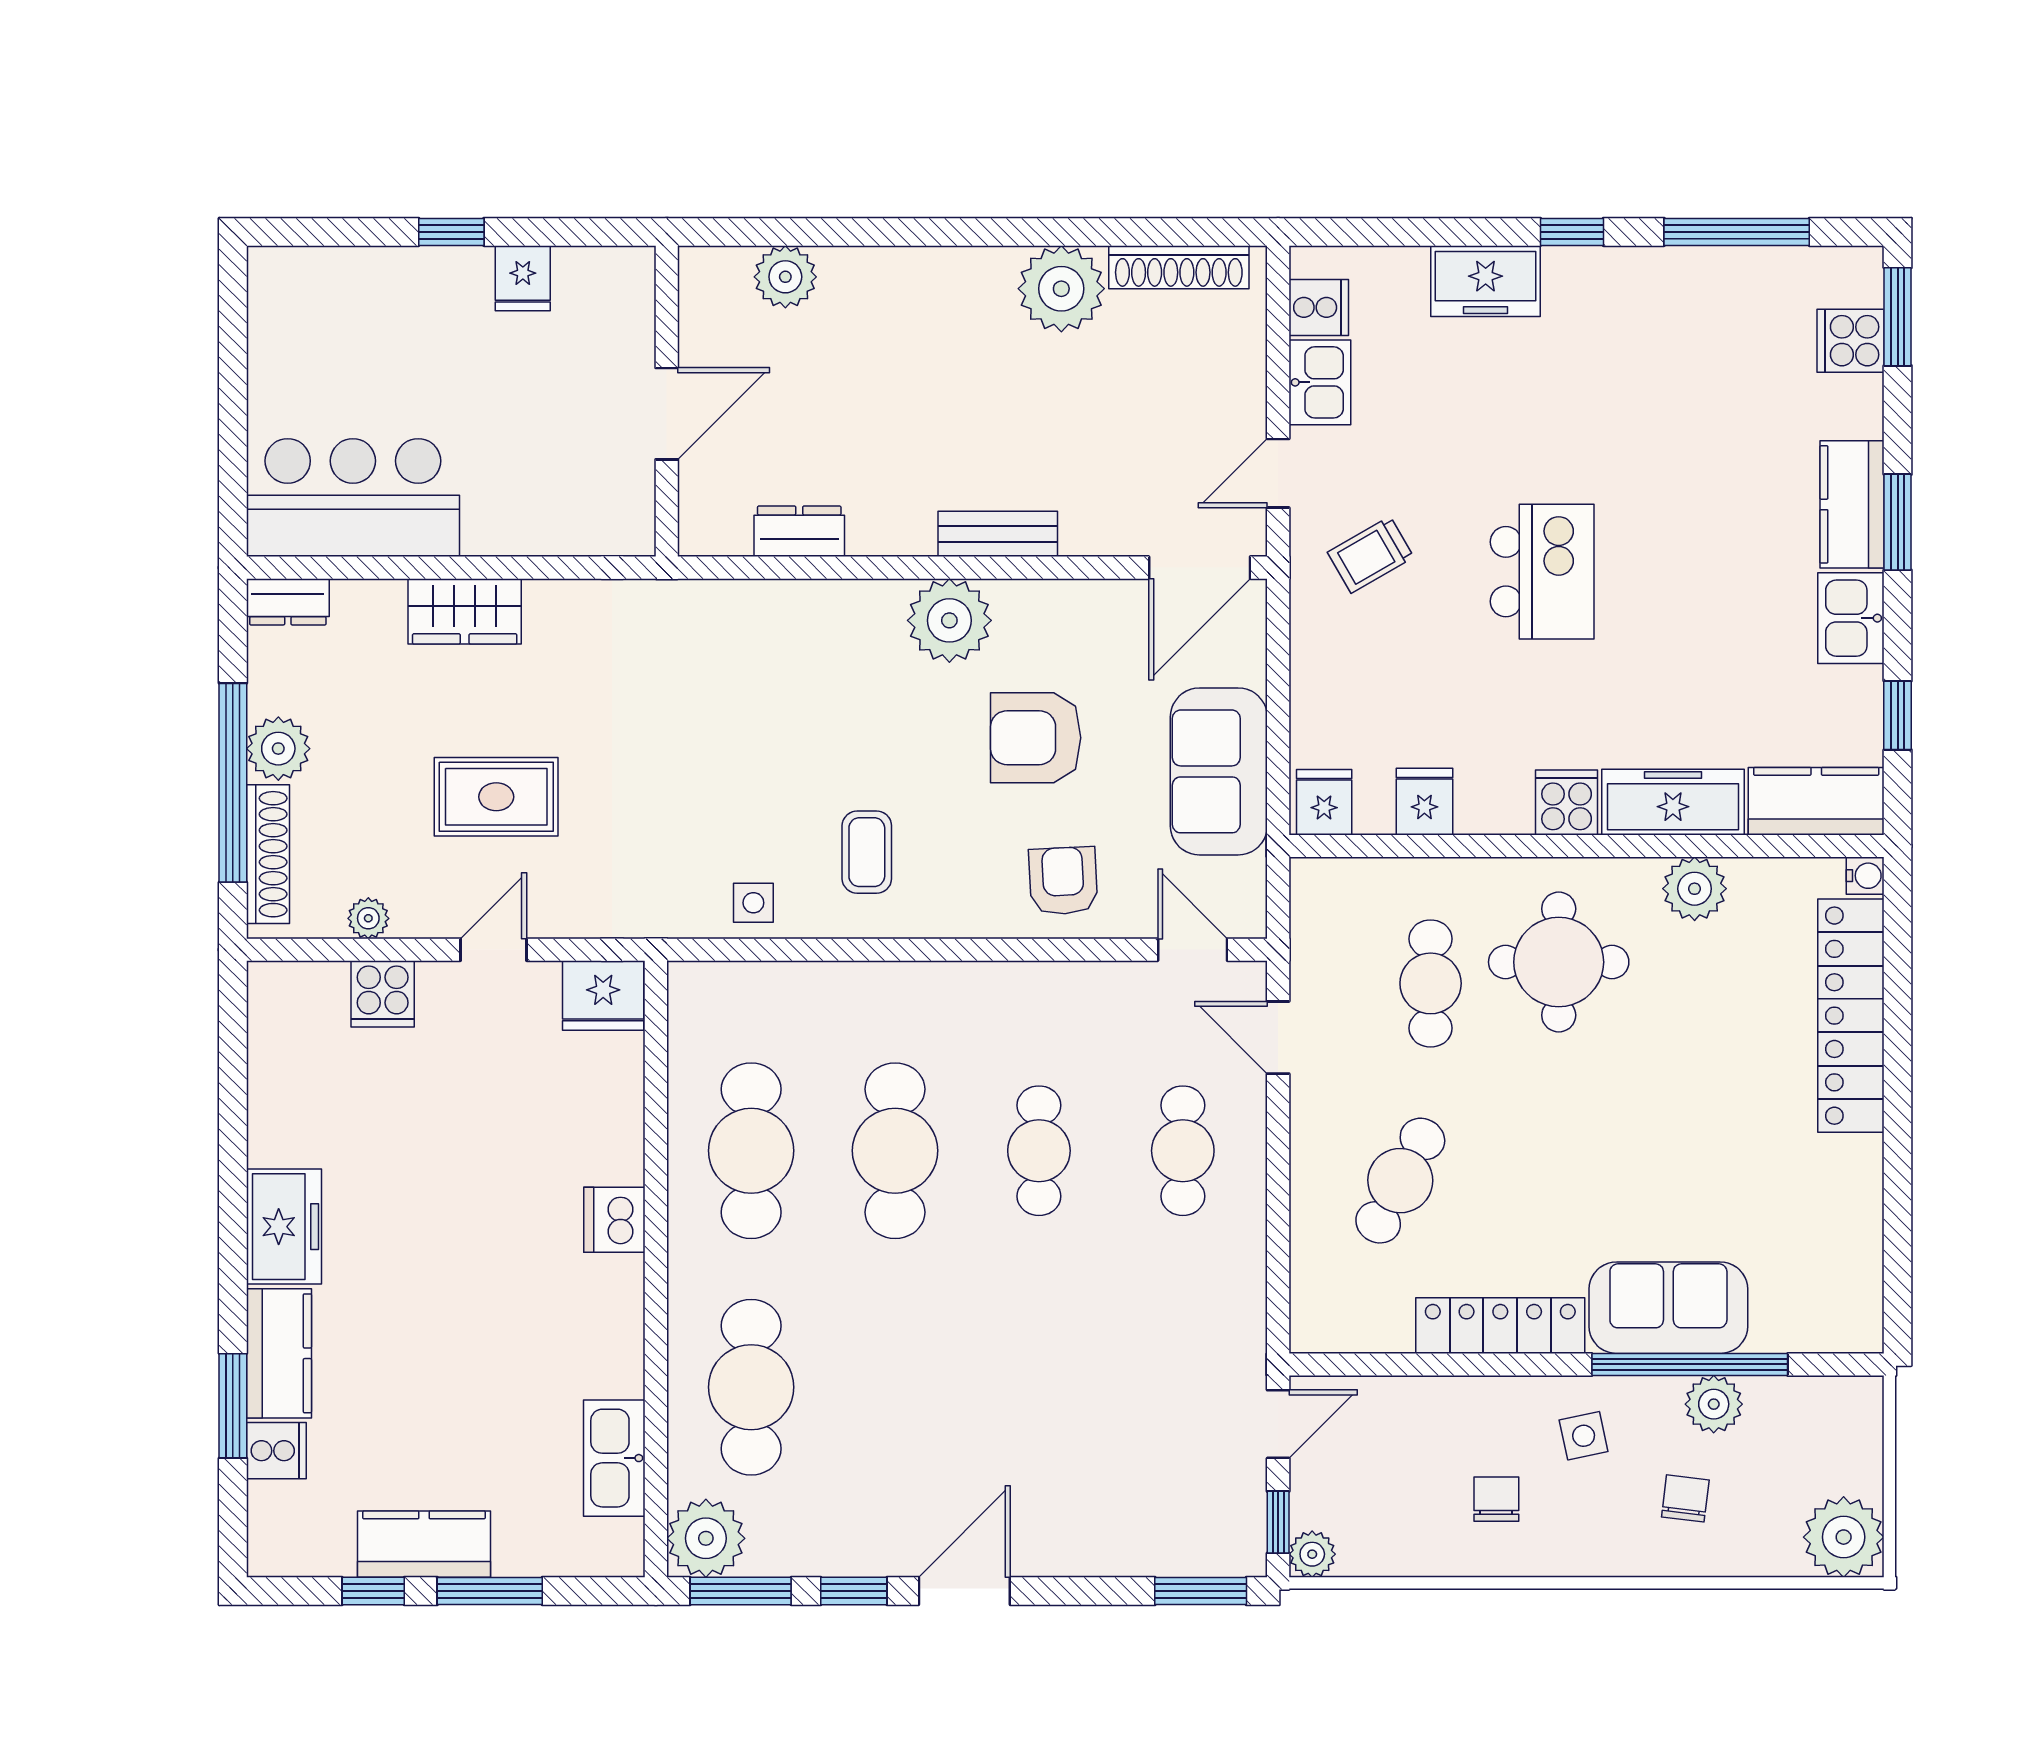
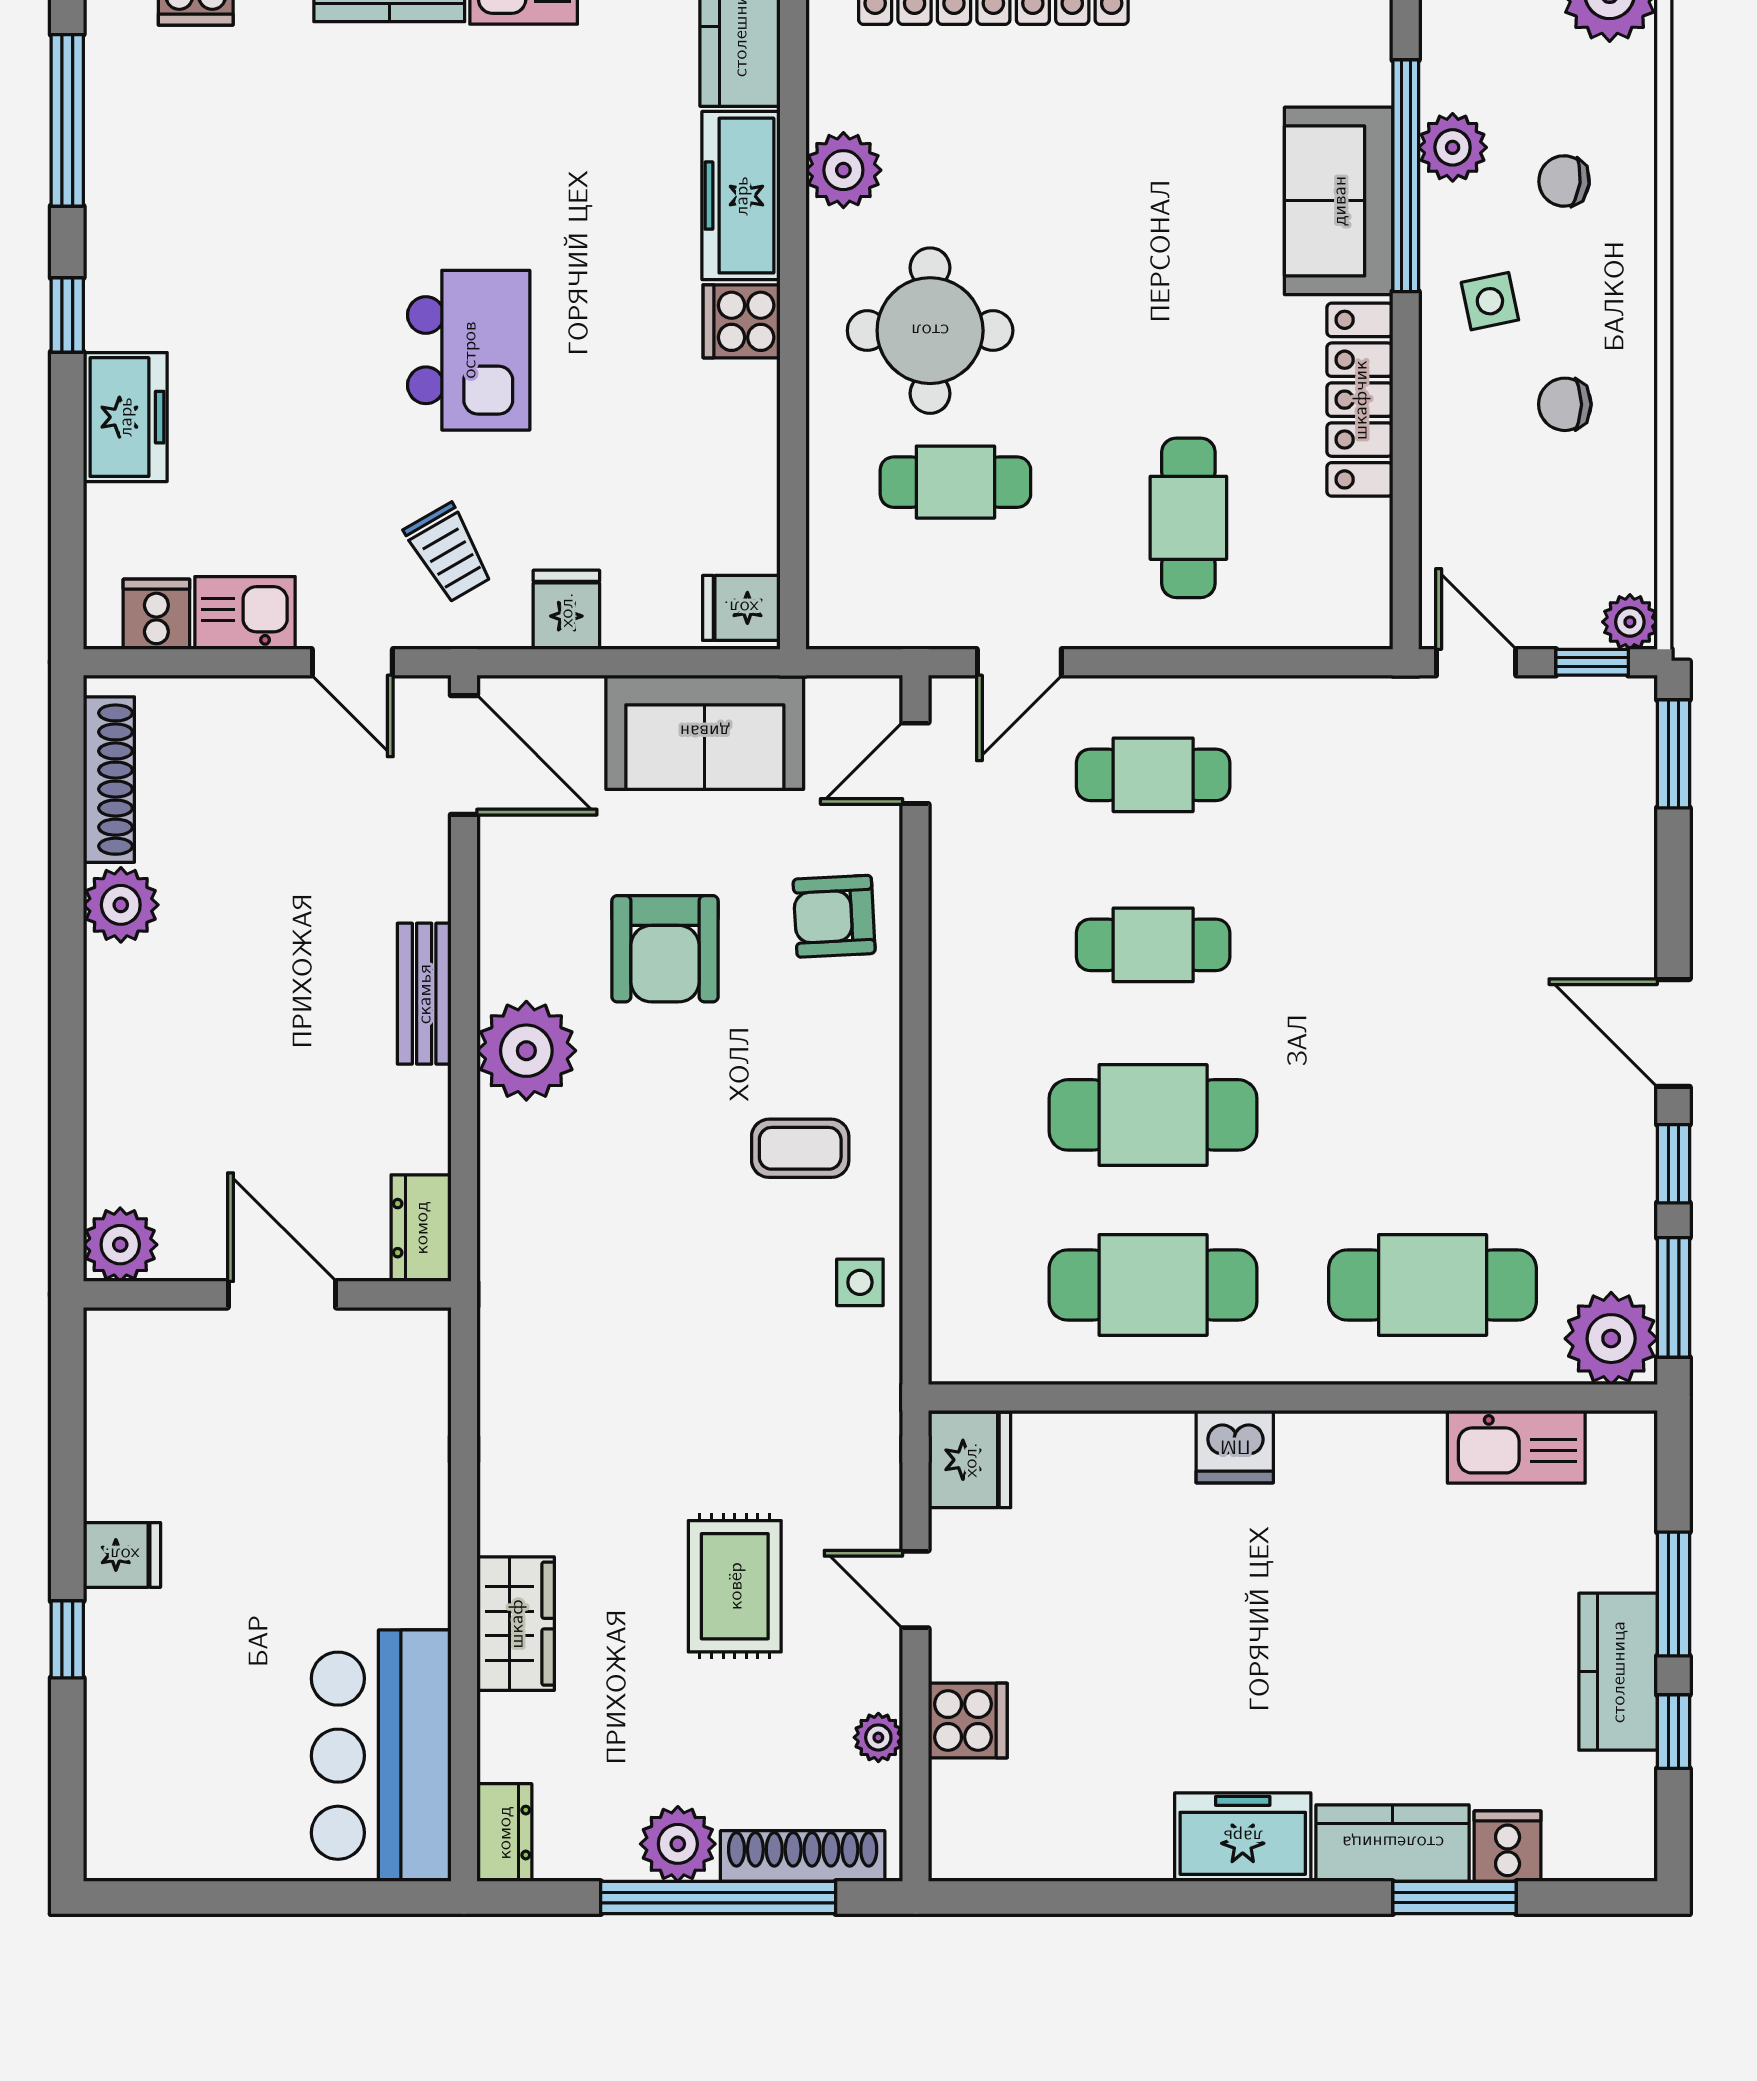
plant: (1061, 289) -> (121, 905), width x0.73, depth x0.73
wall: (667, 401) -> (267, 1294), moved
door: (667, 414) -> (282, 1294), moved
kitchen island: (1542, 572) -> (469, 350), turned 90
fridge: (1424, 802) -> (566, 610), moved, turned 90
cafe table: (1400, 1181) -> (1188, 518), turned 62

